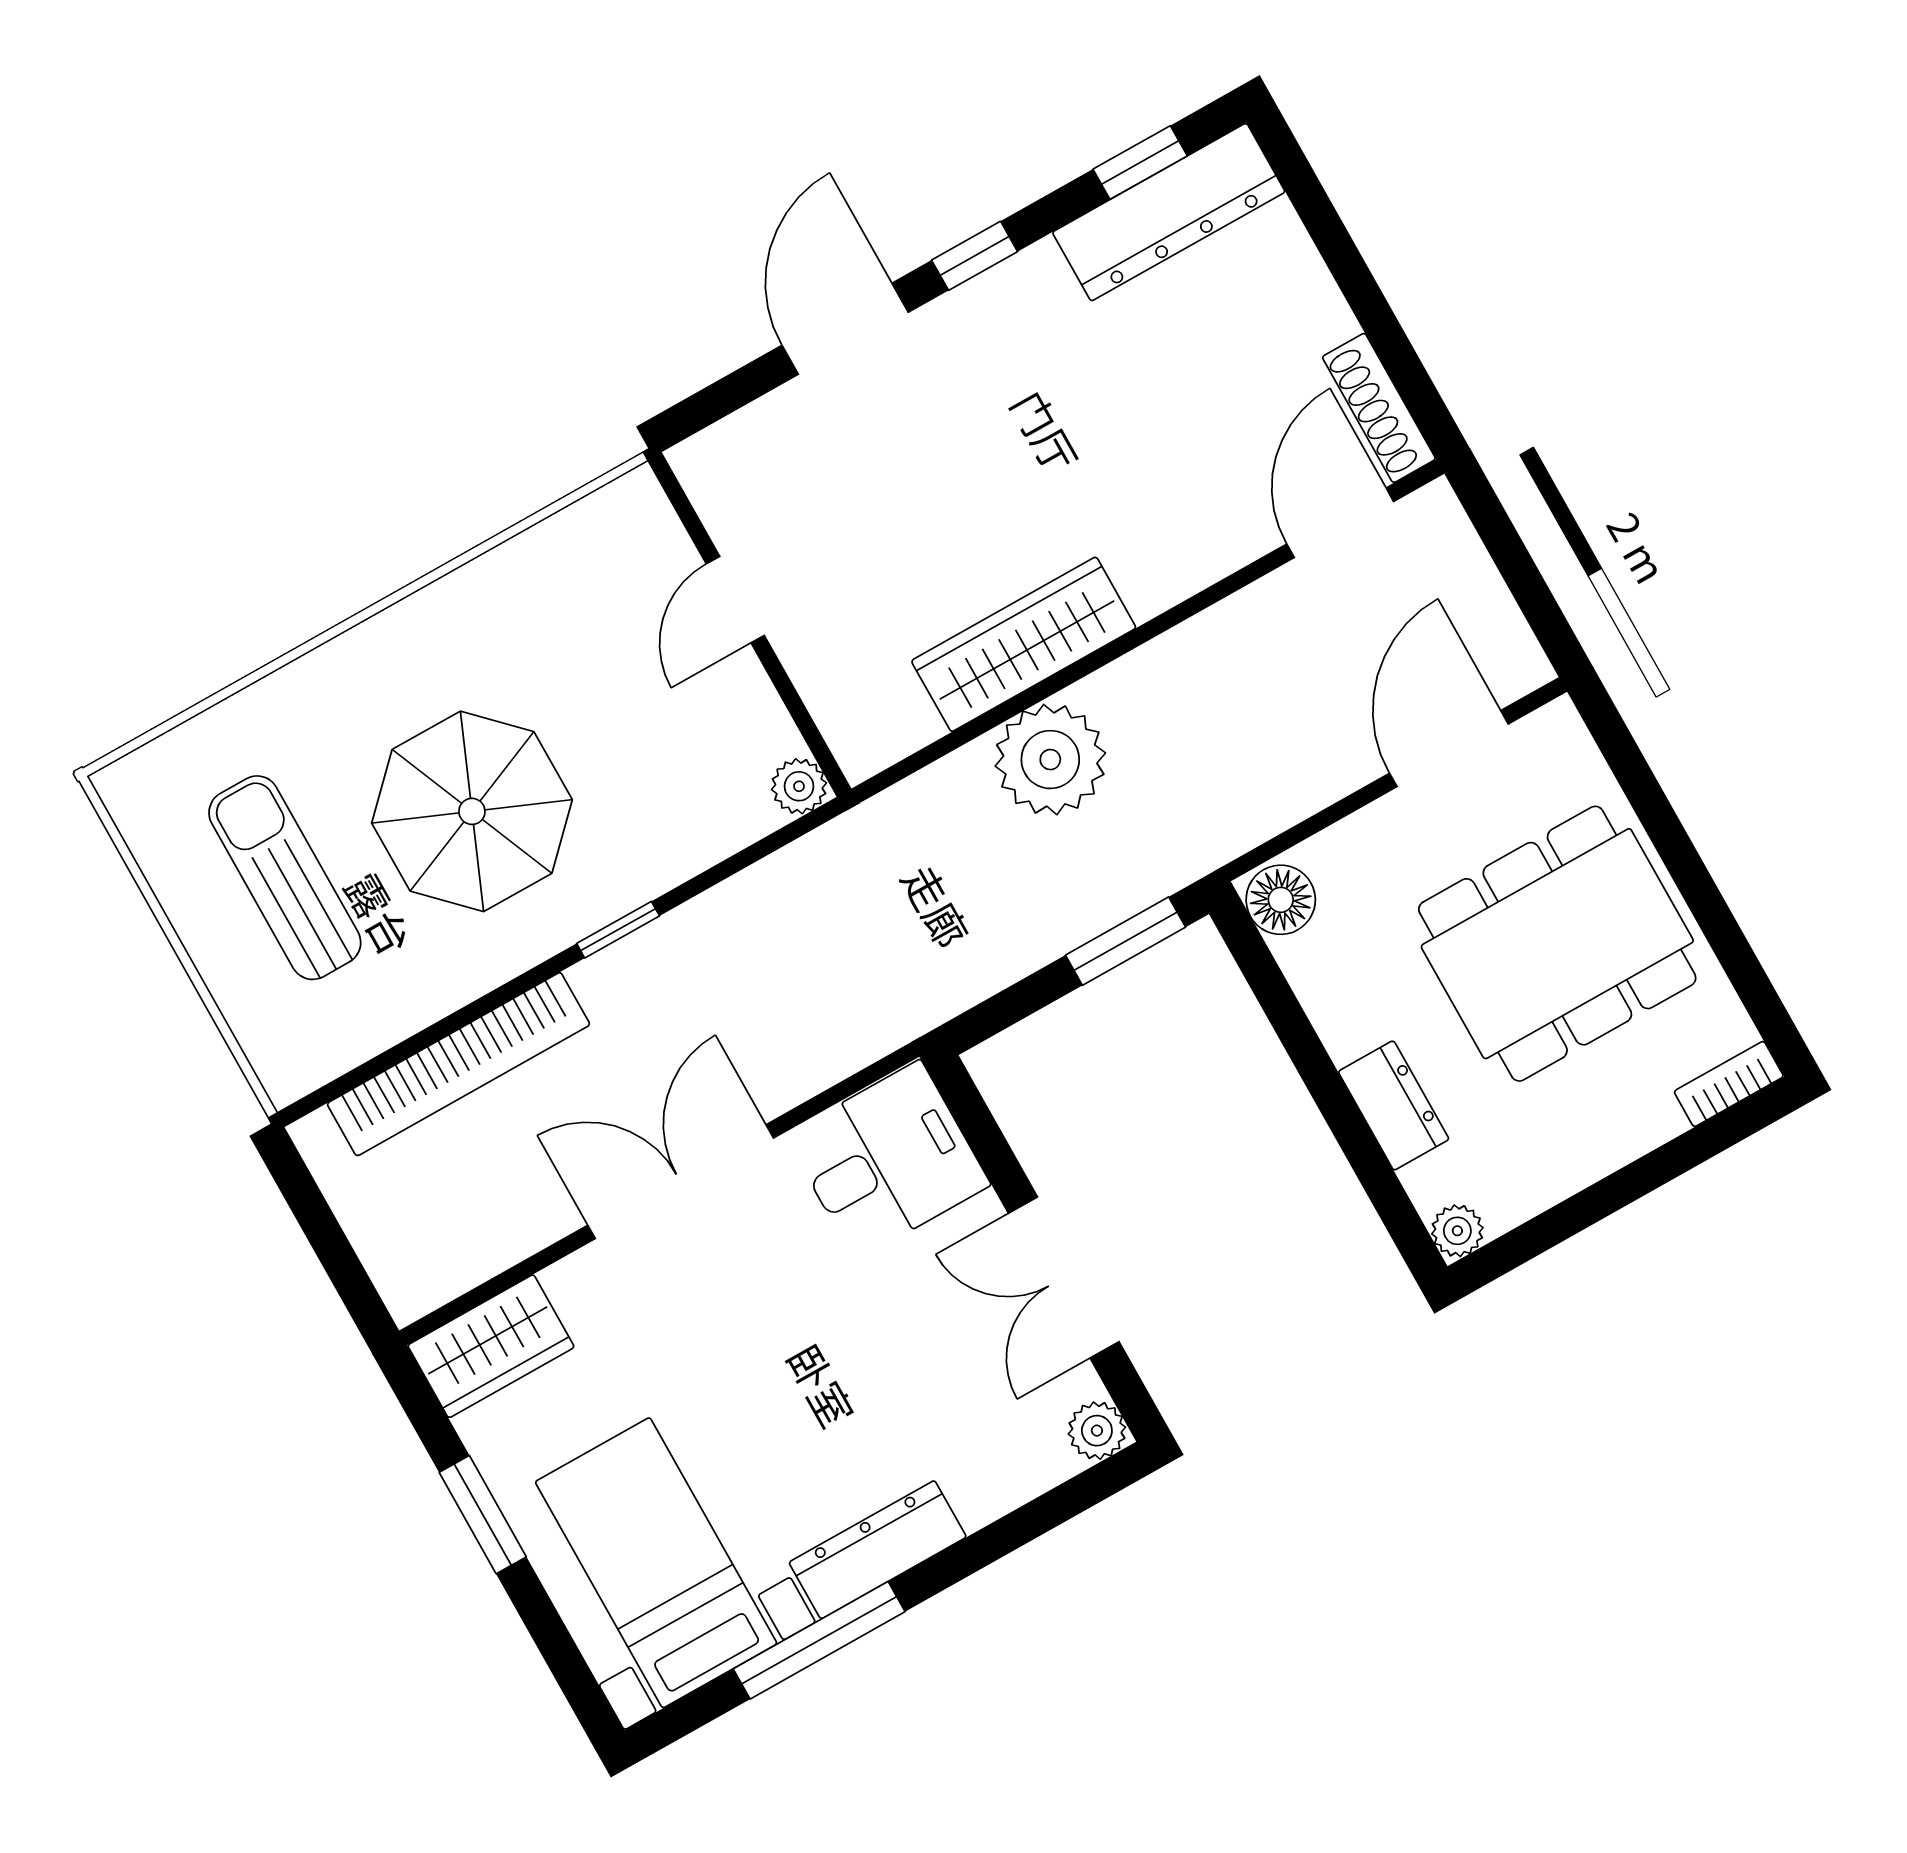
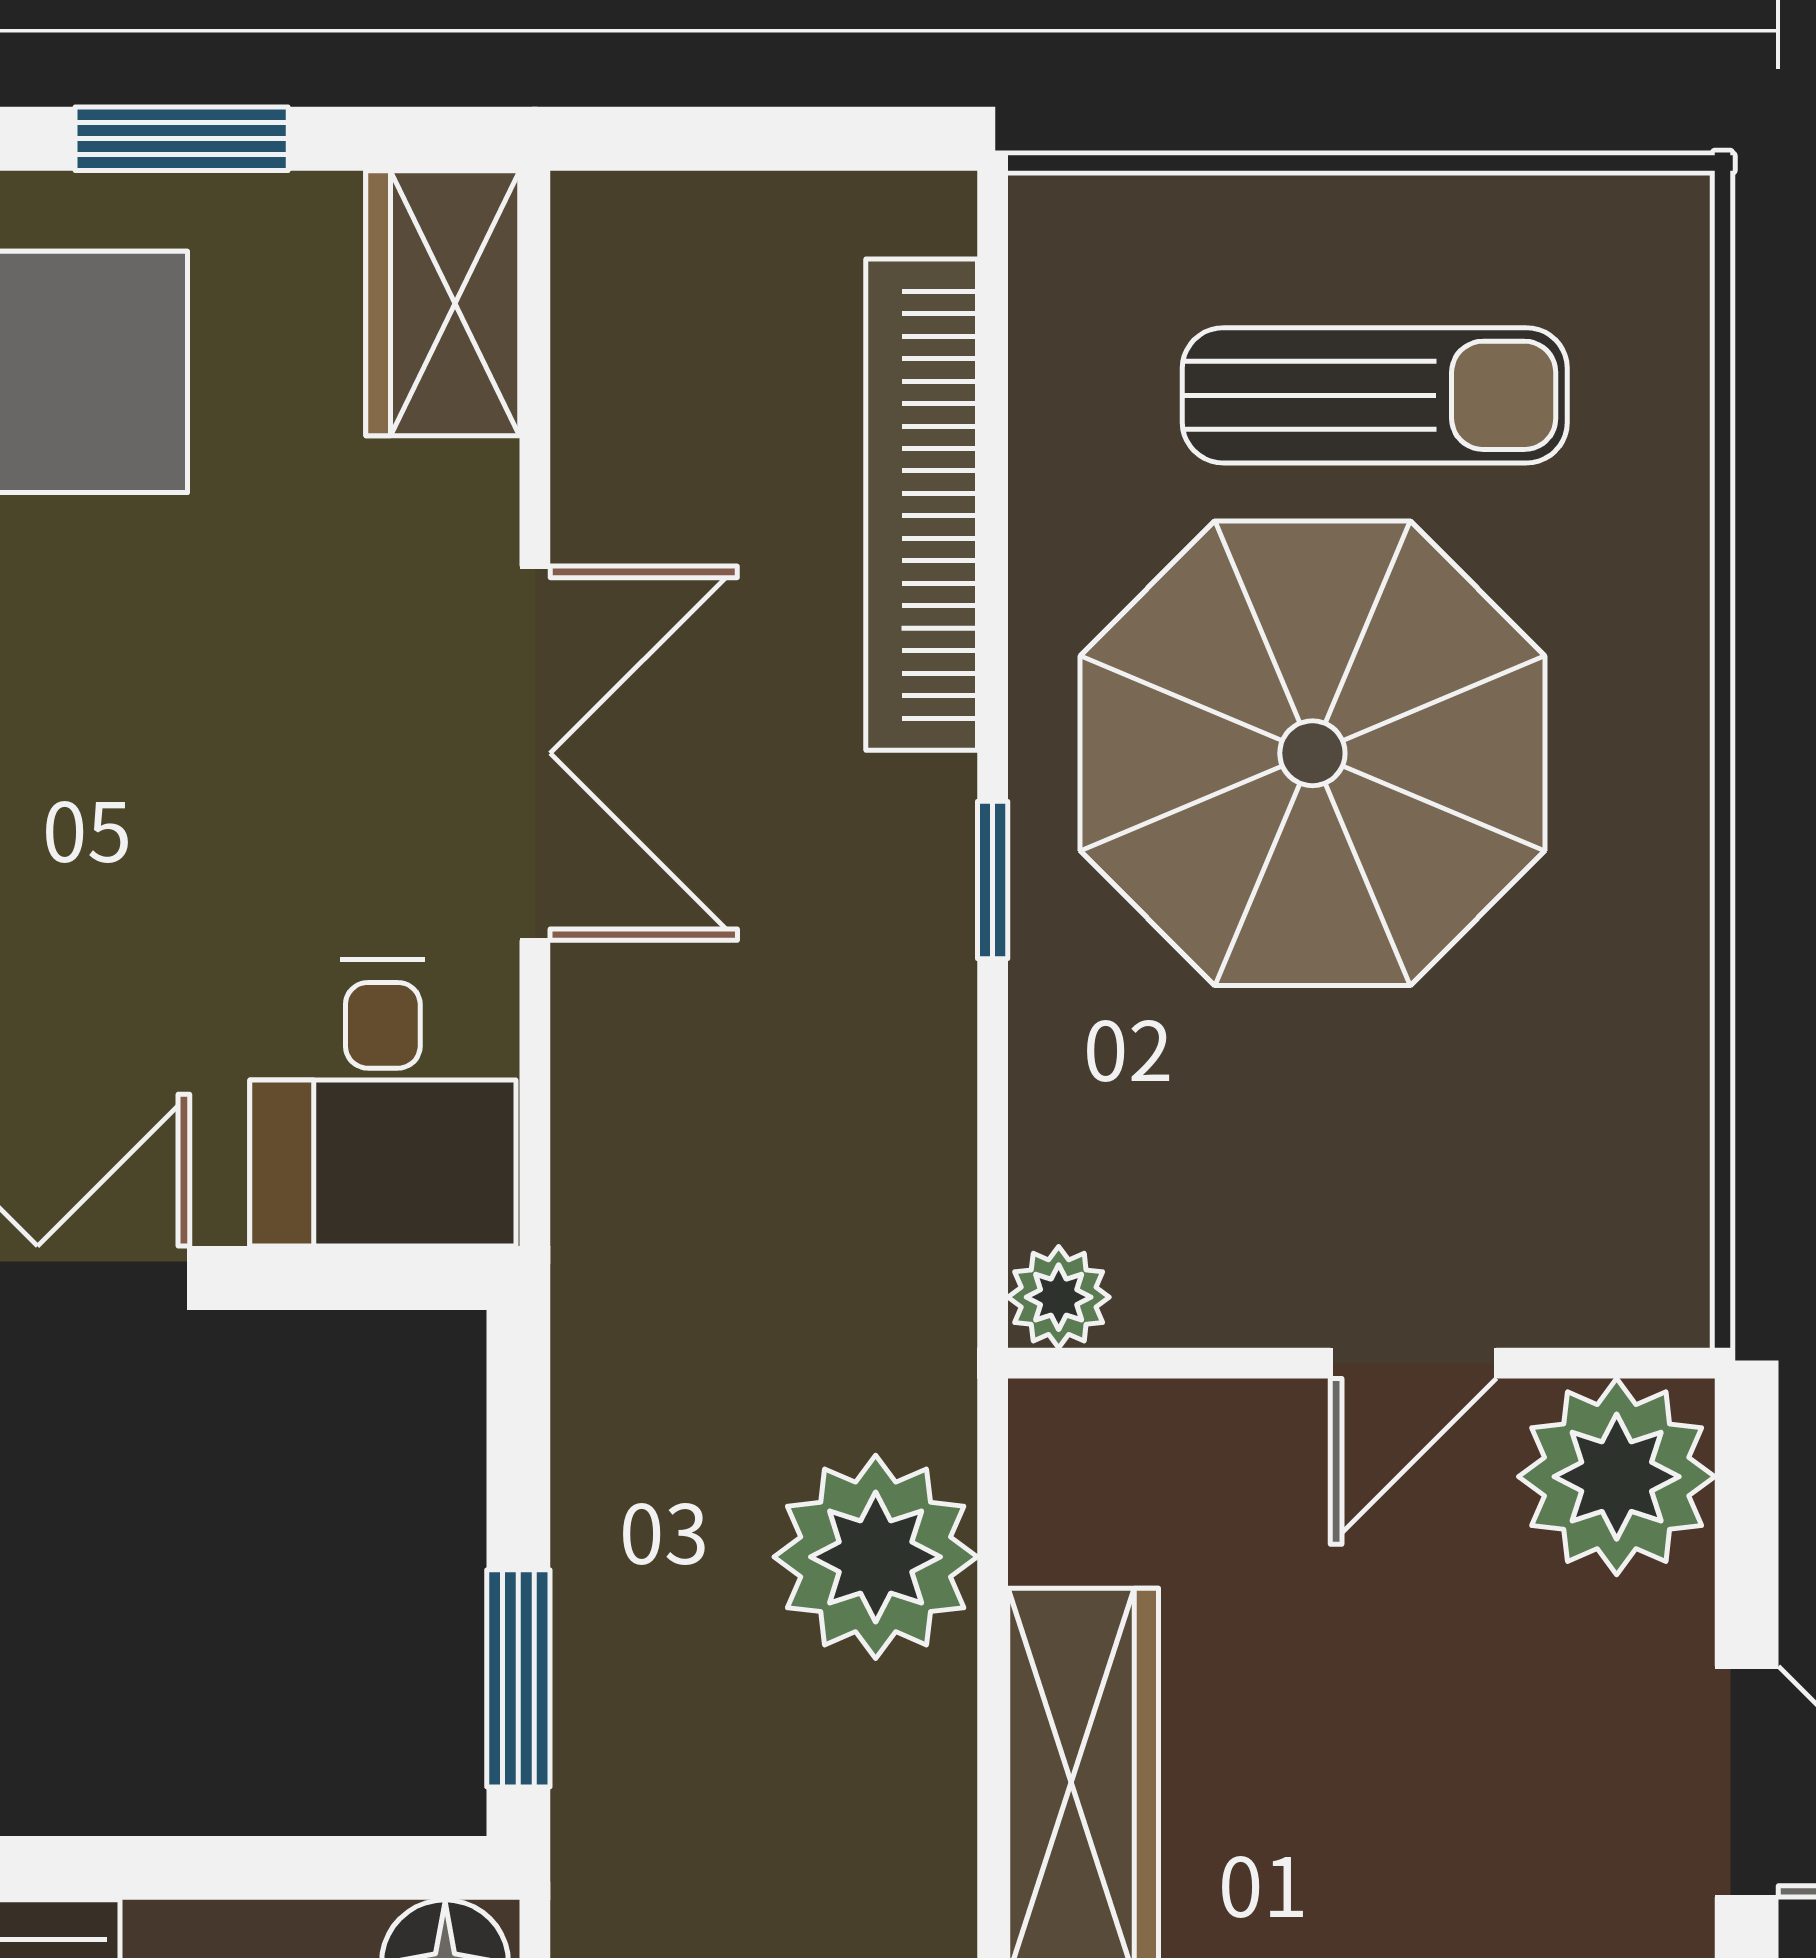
plant: (735, 472) -> (1617, 1477), added
door: (735, 600) -> (1413, 1363), swing flipped
plant: (1050, 760) -> (876, 1557), moved
parasol: (472, 811) -> (1312, 753), width x1.36, depth x1.36

